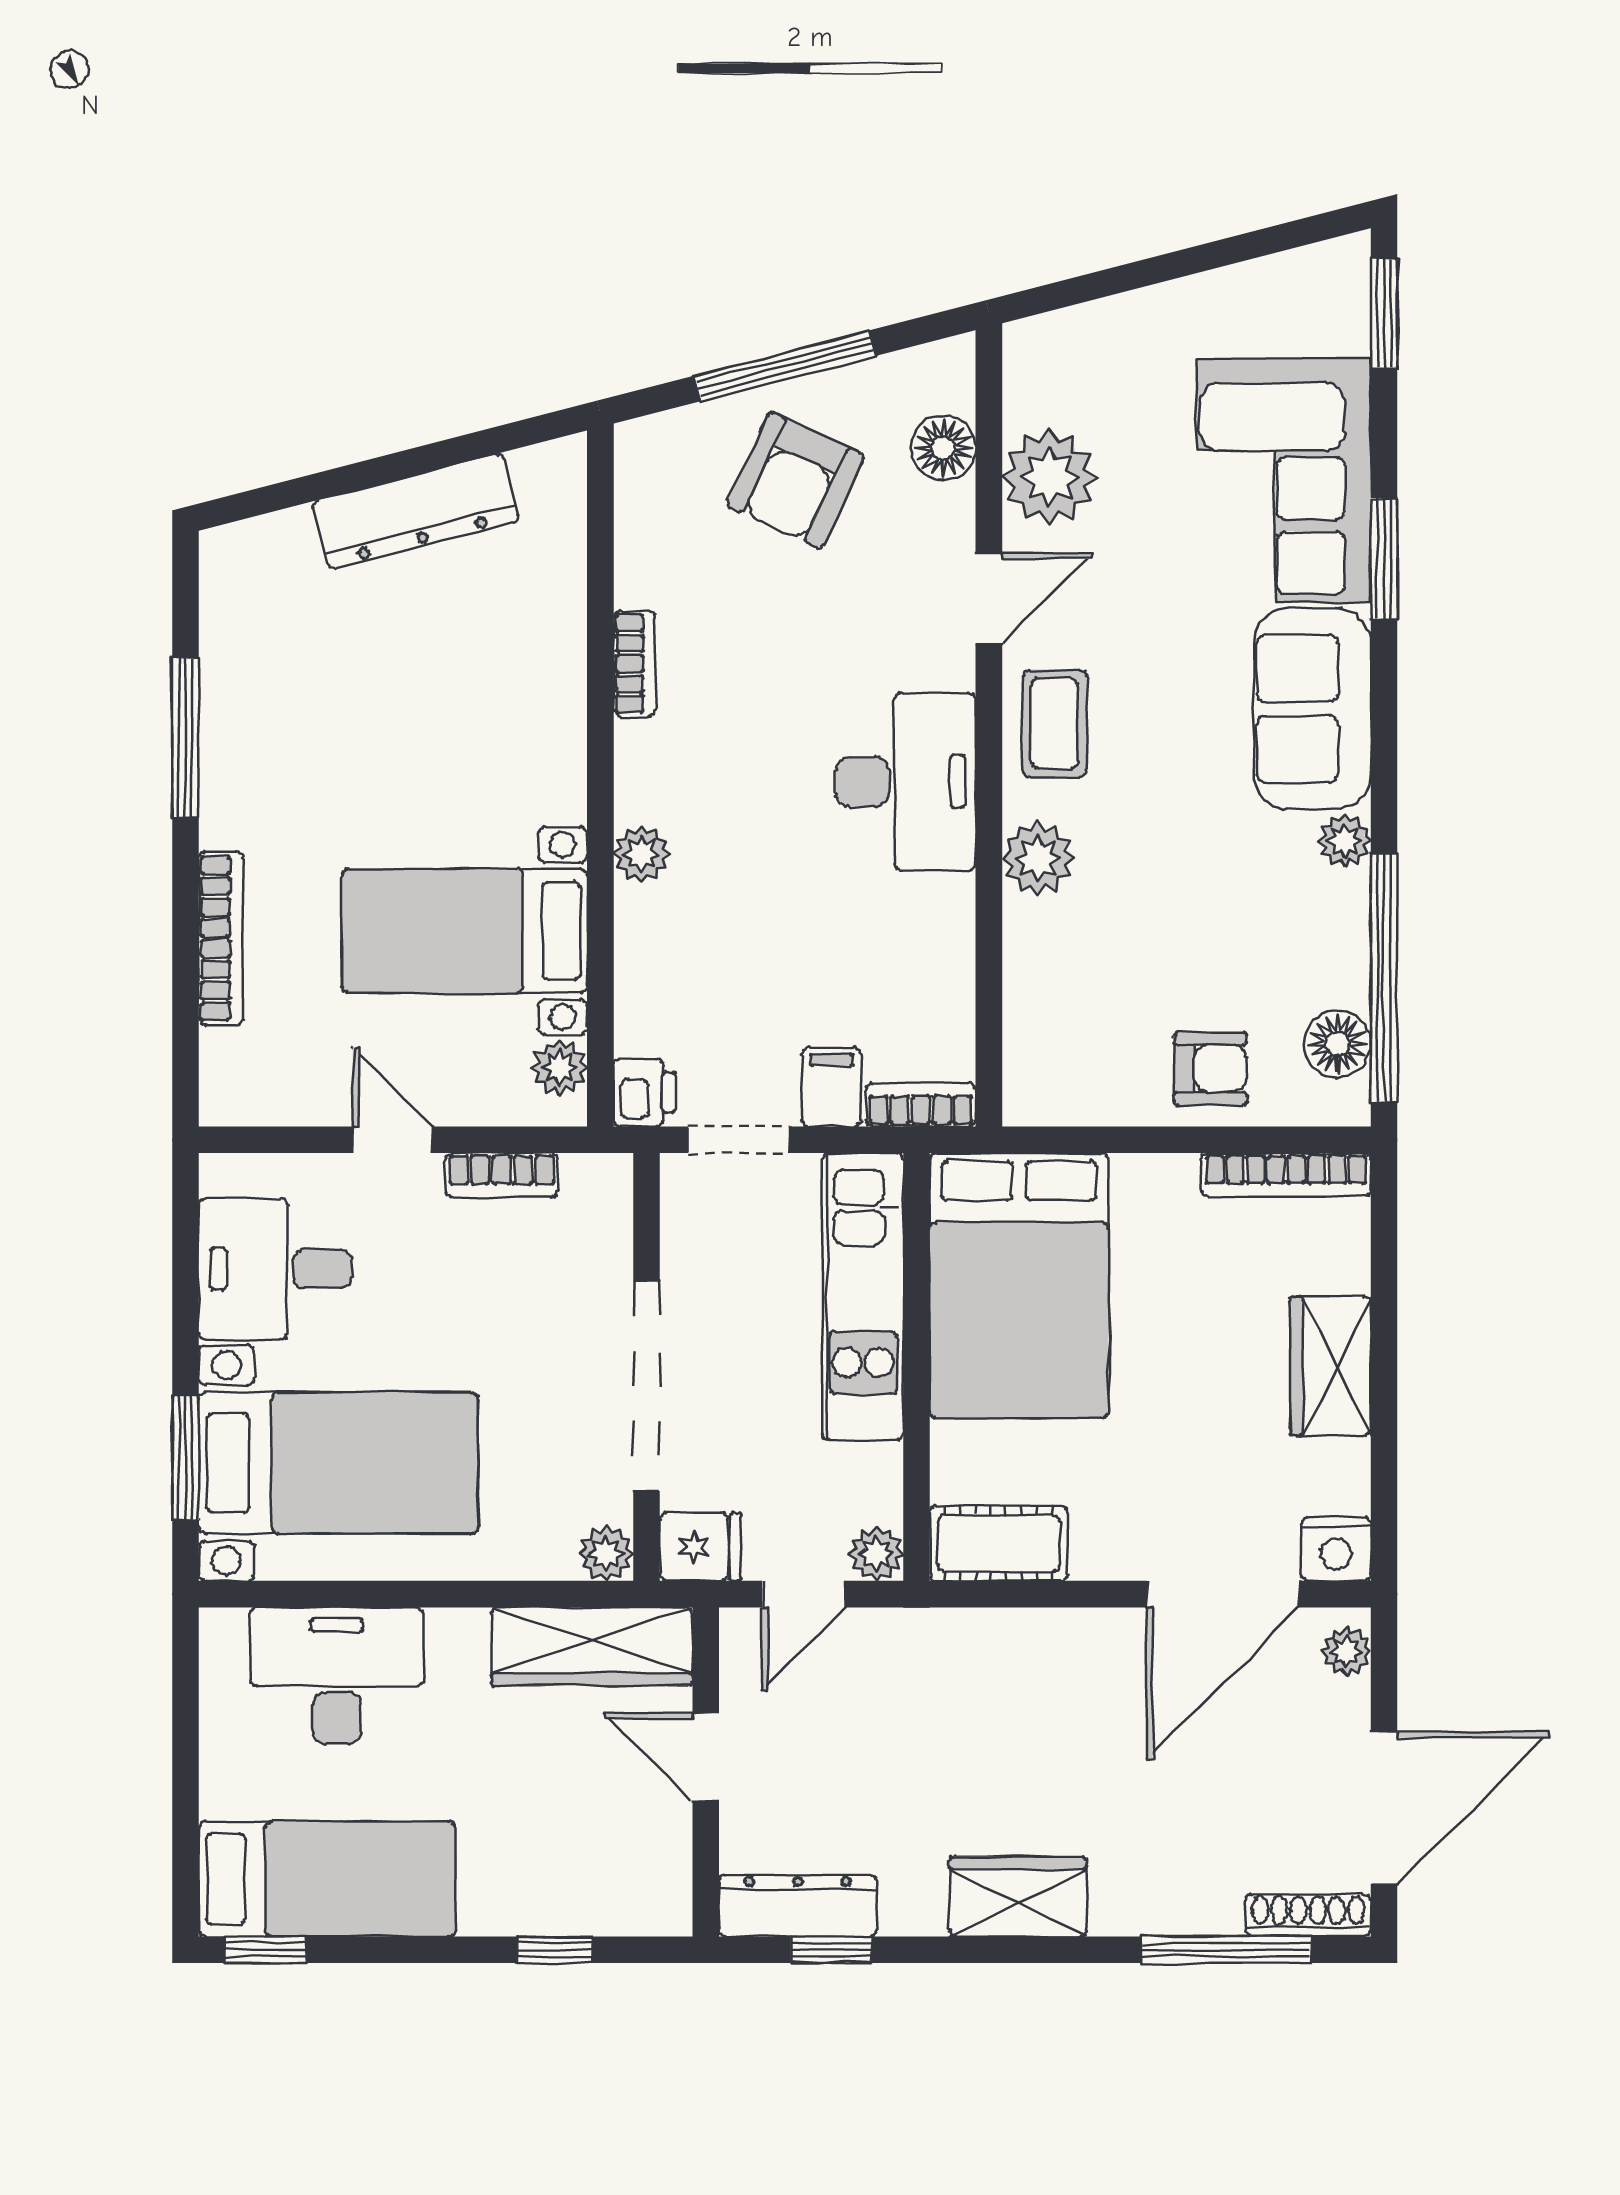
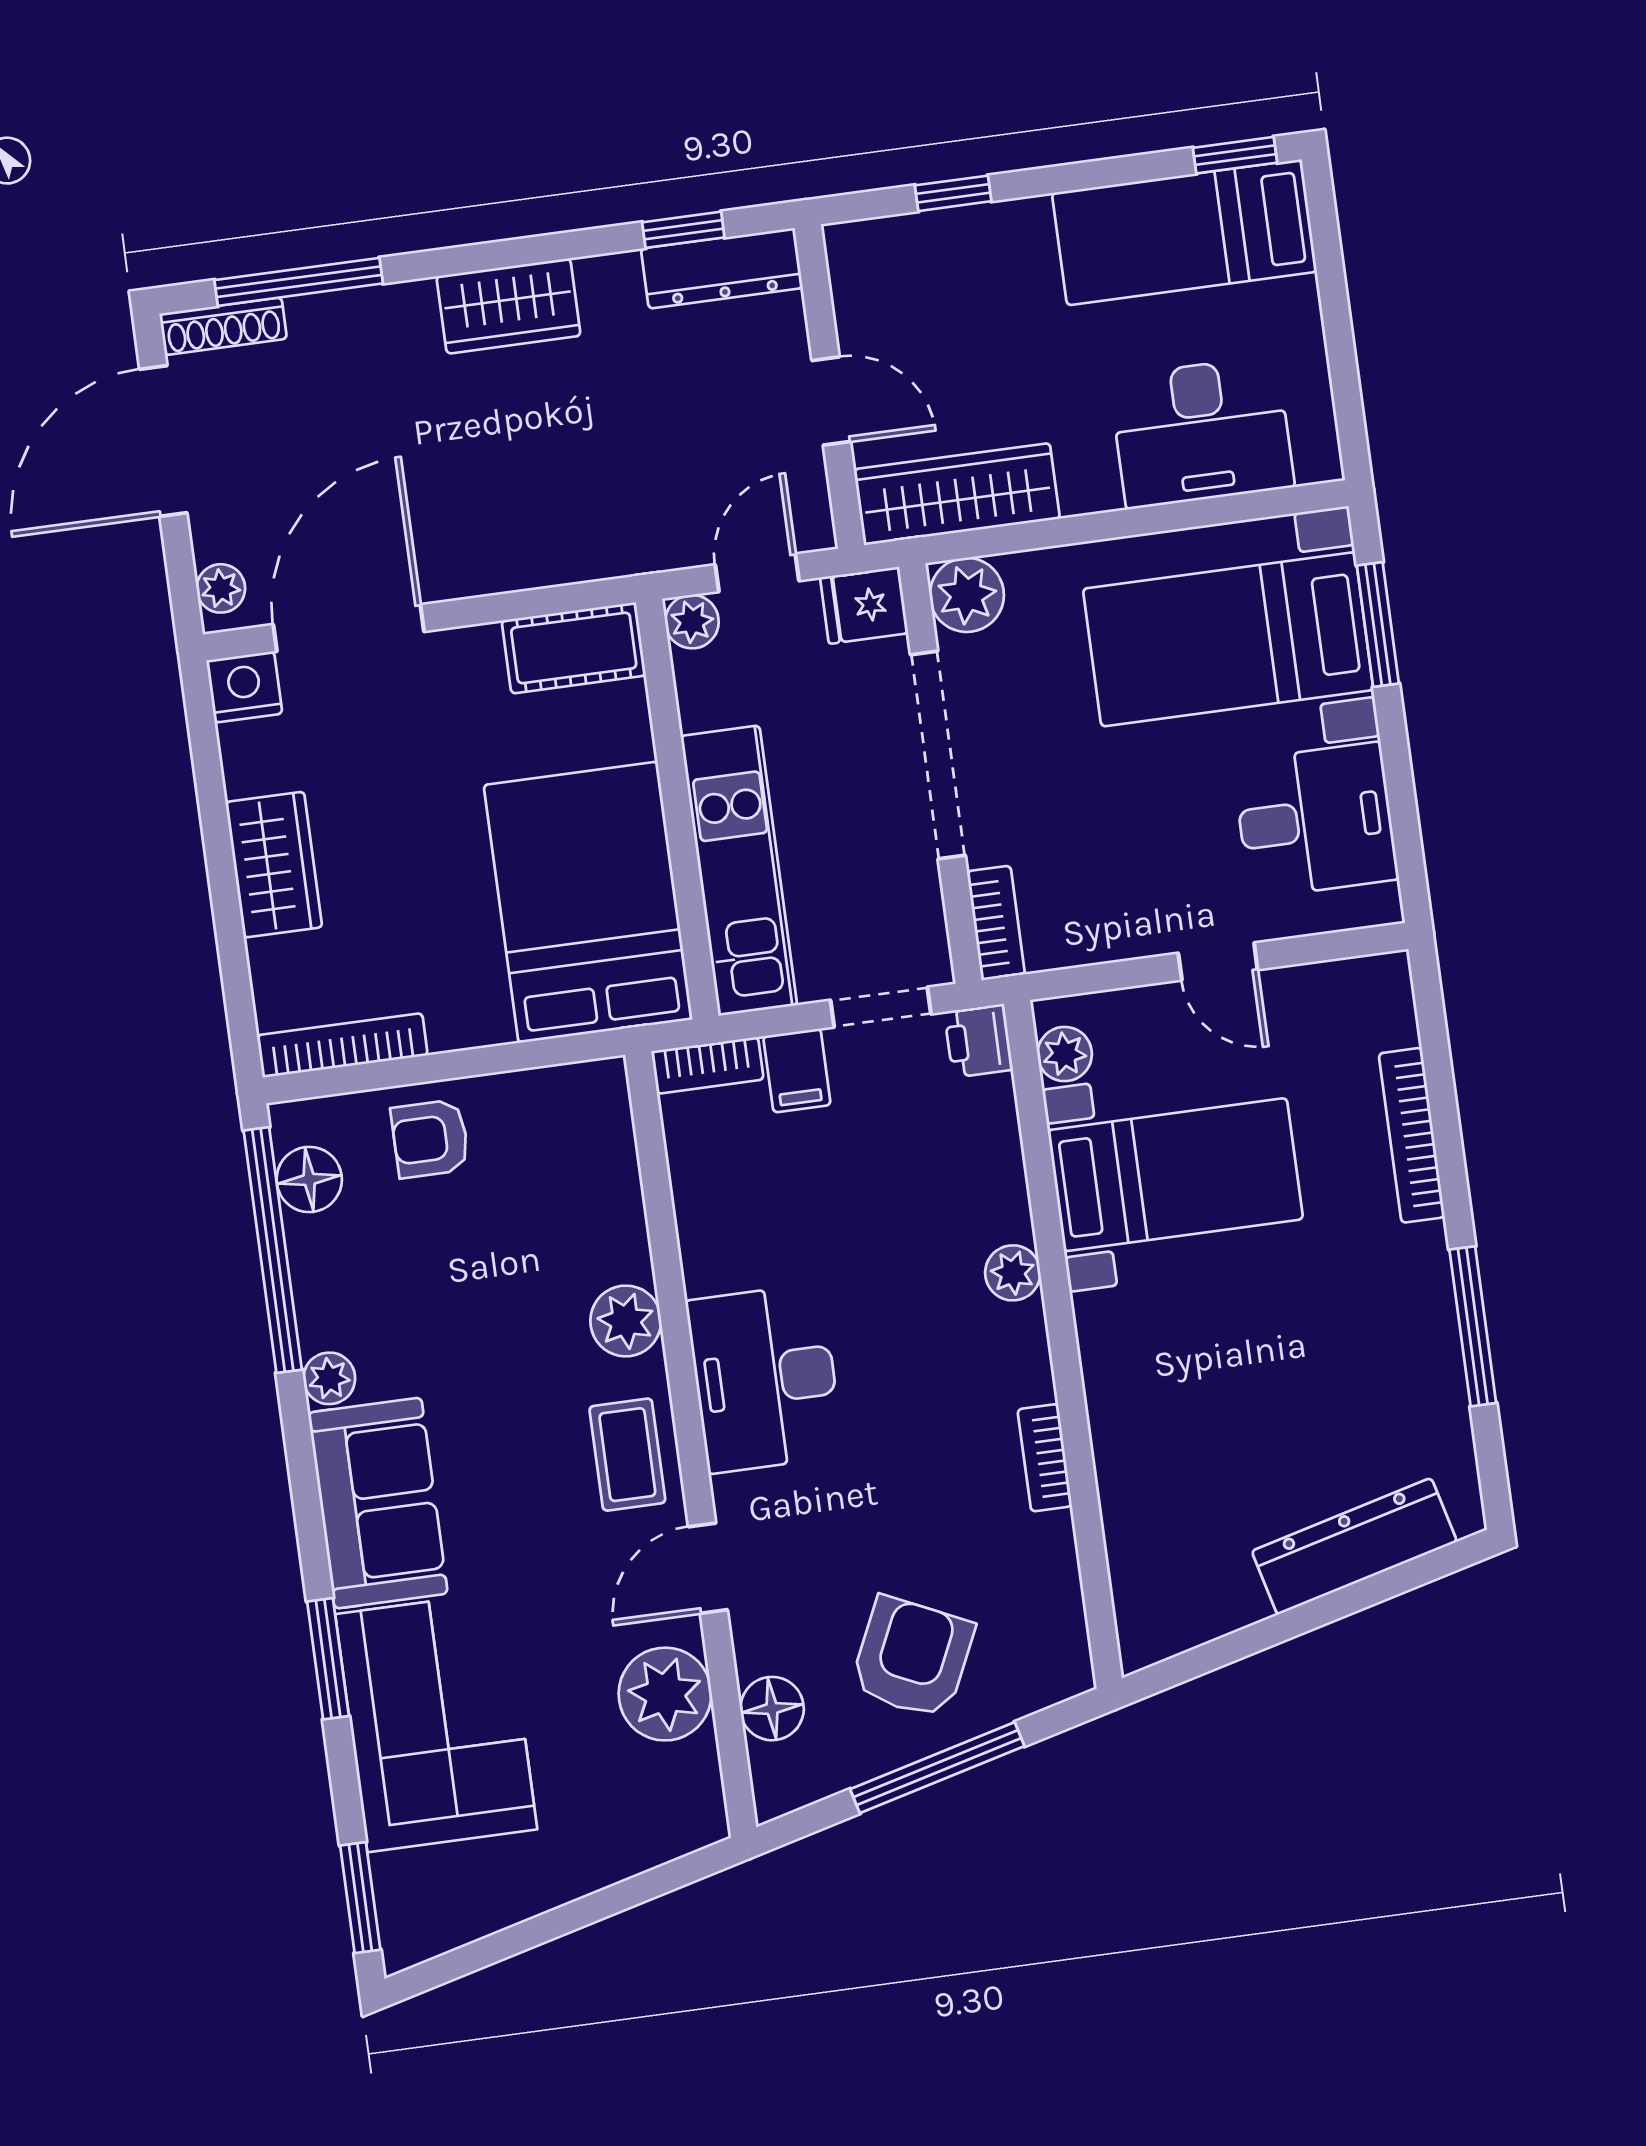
dresser: (416, 511) -> (1354, 1546), moved
bookcase: (502, 1175) -> (996, 923), moved, turned 90
plant: (606, 1554) -> (967, 595), width x1.38, depth x1.38

